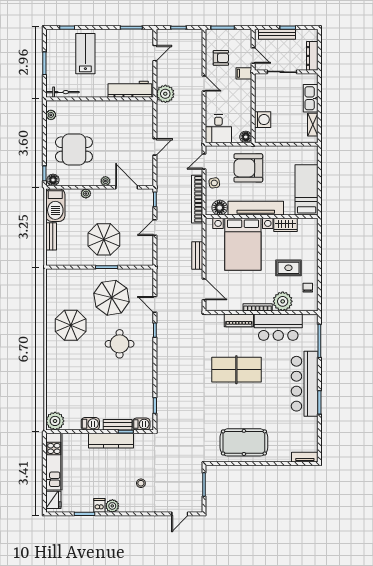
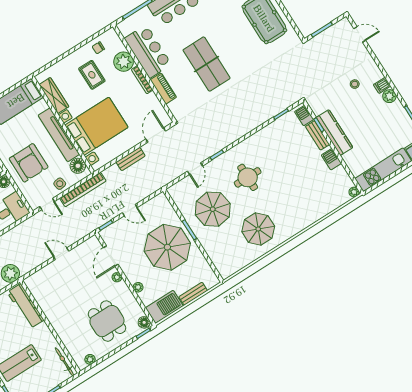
wardrobe: (285, 225) -> (54, 96), width x1.50
parasol: (104, 239) -> (167, 247), width x1.36, depth x1.36
plant: (55, 421) -> (354, 192), width x0.53, depth x0.53
dishwasher: (99, 505) -> (382, 85), moved

